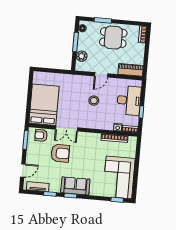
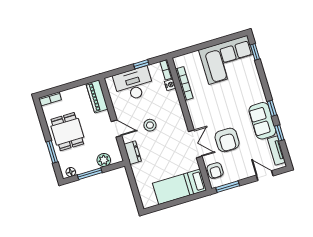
dresser: (79, 80) -> (133, 153), added
bed: (44, 105) -> (180, 187), width x0.67
armchair: (60, 153) -> (227, 140), turned 180
sofa: (75, 186) -> (262, 121), moved

